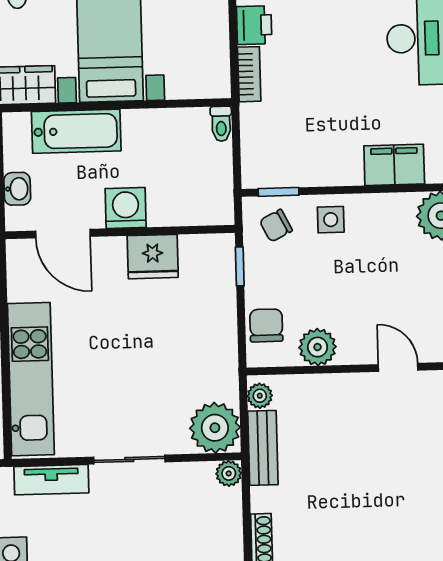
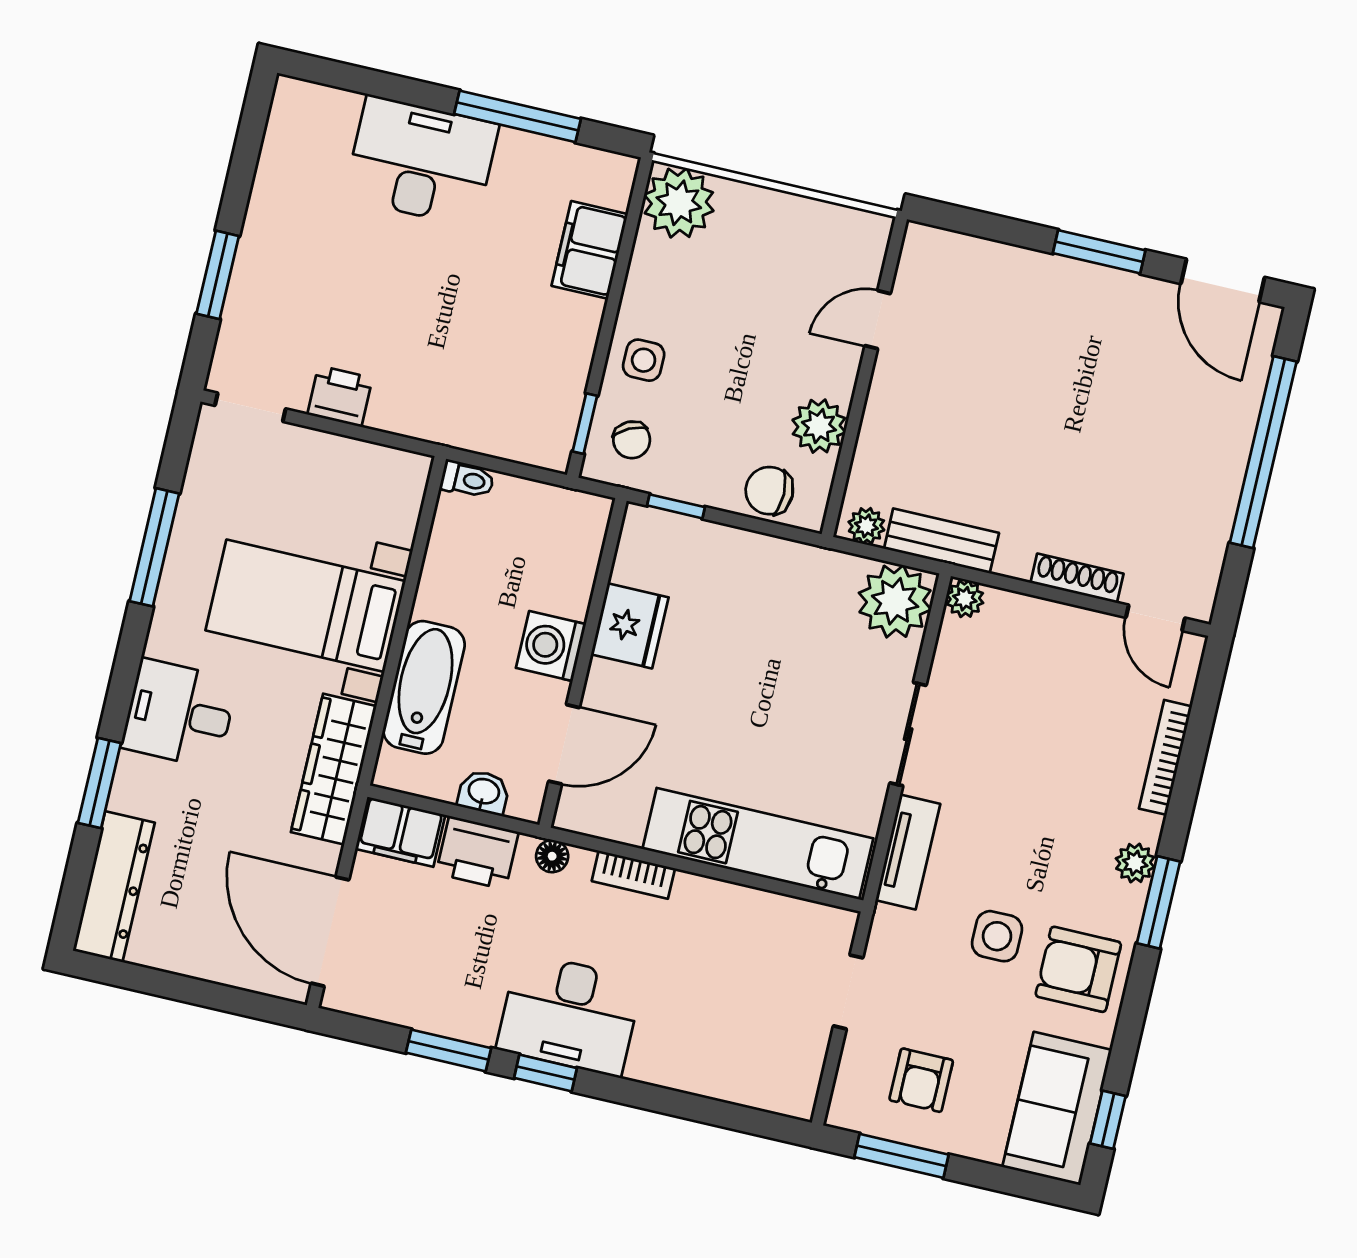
bookcase: (249, 74) -> (408, 422), removed

